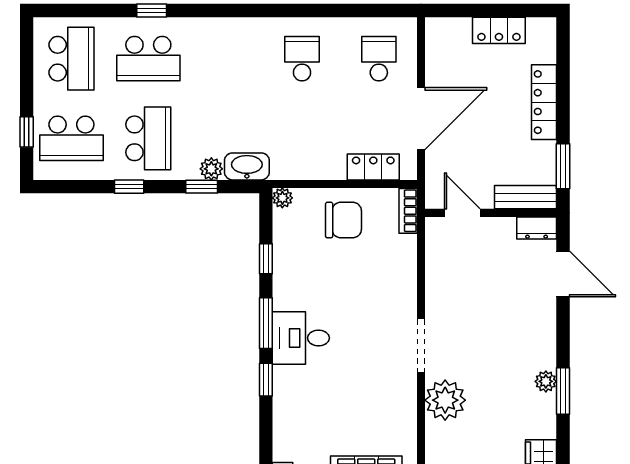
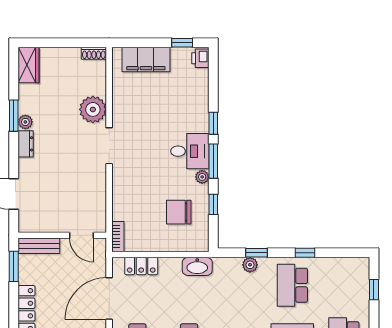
school desk: (71, 138) -> (344, 285), removed
washbasin: (247, 166) -> (197, 266), moved
plant: (282, 198) -> (202, 177), moved
chair: (343, 220) -> (179, 212), moved
dresser: (537, 228) -> (26, 144), moved, turned 90

